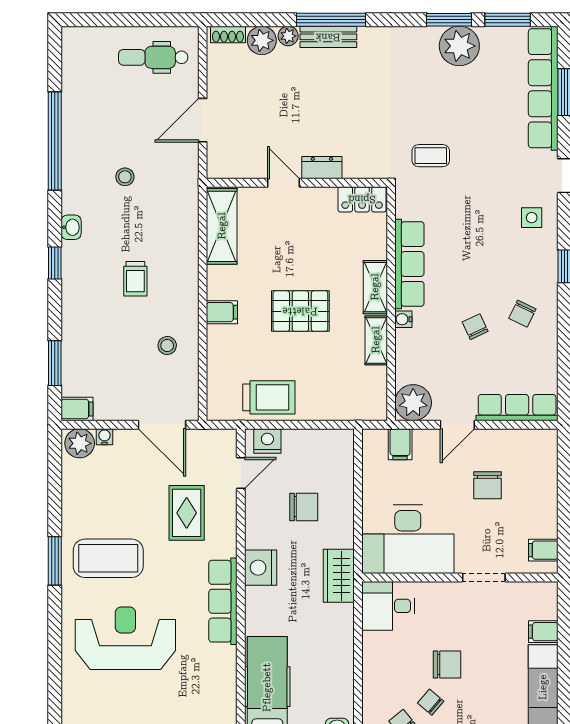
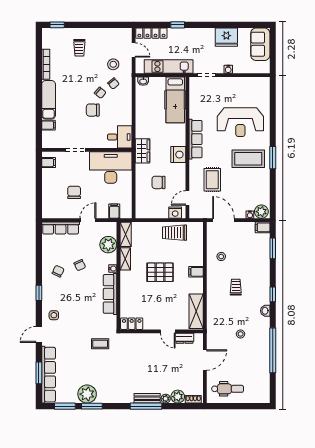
dresser: (322, 168) -> (184, 338), moved
shelving: (375, 287) -> (126, 234), moved
plant: (413, 403) -> (108, 245), moved

